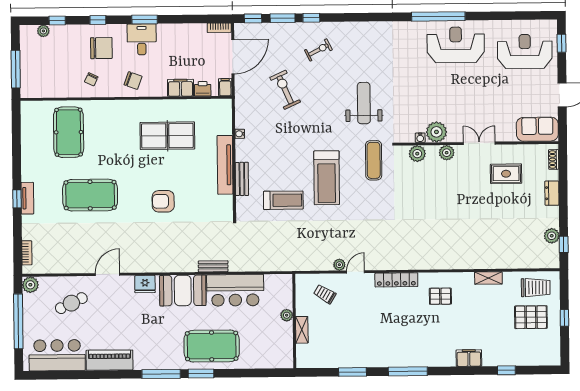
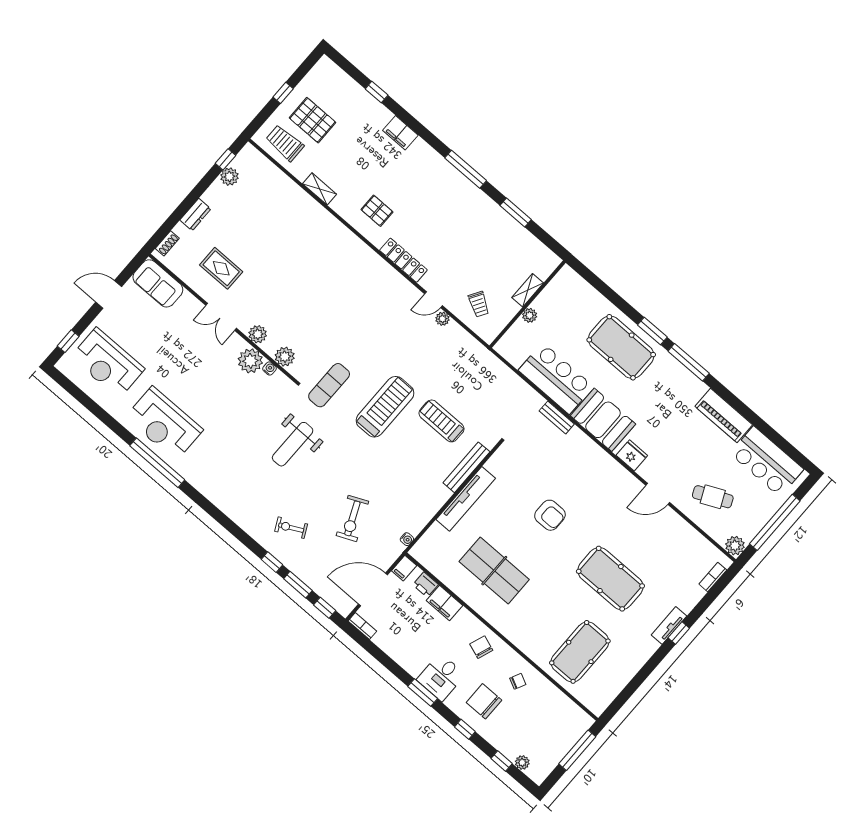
water cooler: (240, 134) -> (407, 539), moved
bench: (242, 179) -> (466, 467), width x1.36

